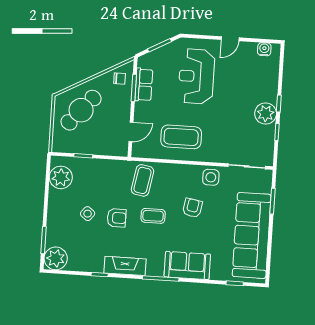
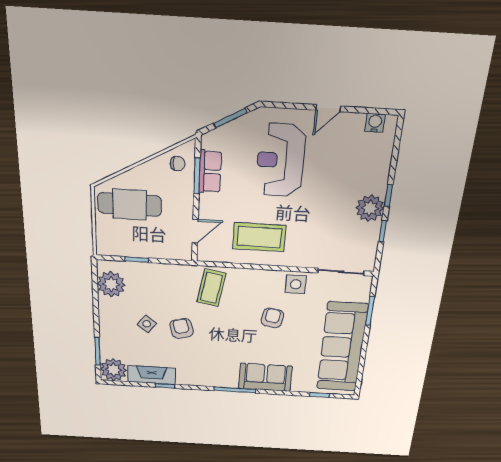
cafe table: (81, 110) -> (130, 205), turned 49
coffee table: (153, 216) -> (225, 326), removed
armchair: (117, 218) -> (182, 328), turned -105
fireplace: (125, 266) -> (152, 375), moved

